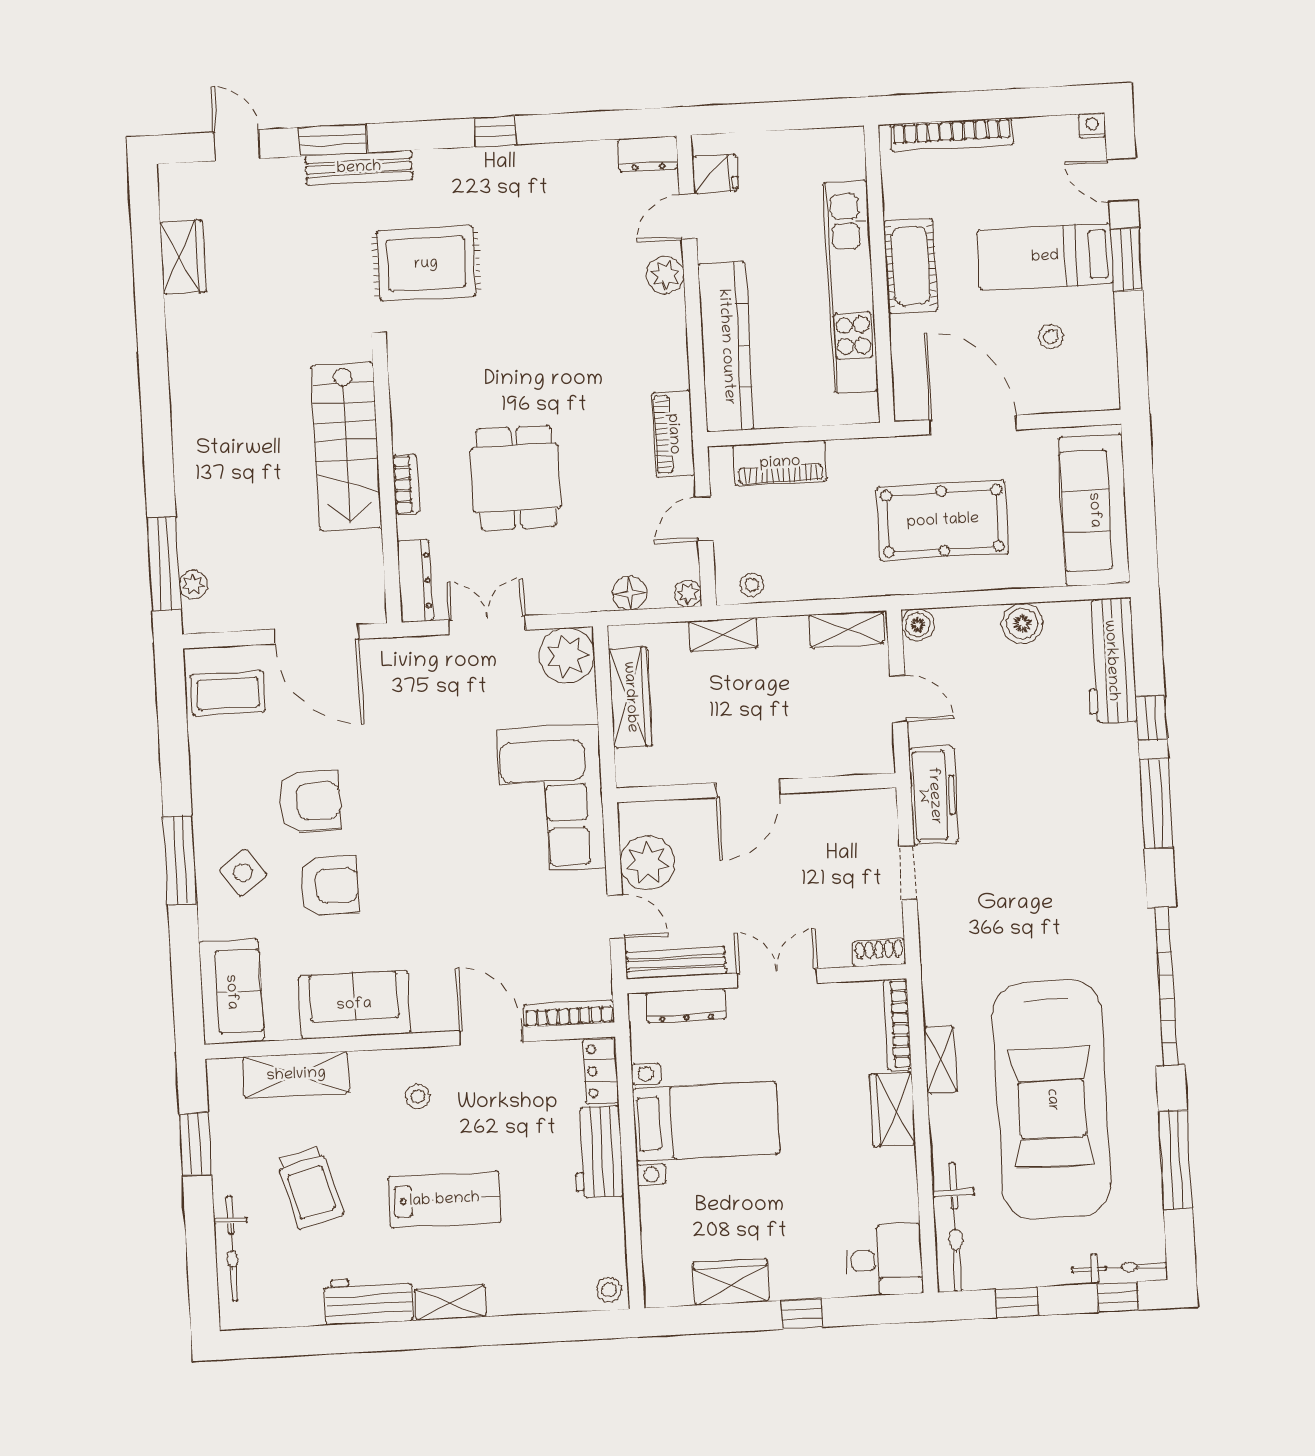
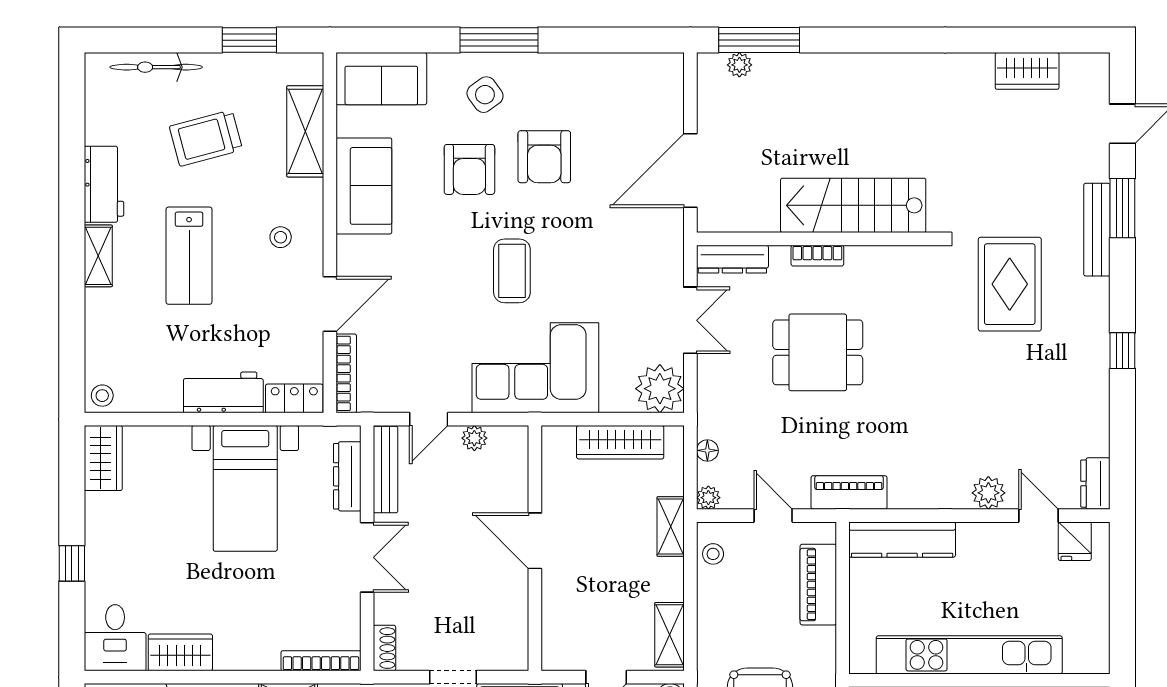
kitchen counter: (726, 347) -> (902, 540), width x0.72, depth x0.86
floor lamp: (629, 593) -> (707, 450), width x0.73, depth x0.73
coffee table: (228, 694) -> (512, 271), moved
plant: (647, 863) -> (474, 438), width x0.53, depth x0.53
wardrobe: (893, 1109) -> (180, 652), moved
wardrobe: (731, 1282) -> (103, 458), moved

